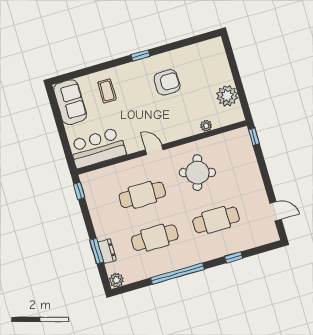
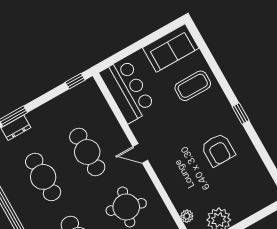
coffee table: (107, 91) -> (193, 86), width x1.36, depth x1.30
plant: (206, 126) -> (187, 216), moved
door: (154, 150) -> (140, 153), swing flipped

